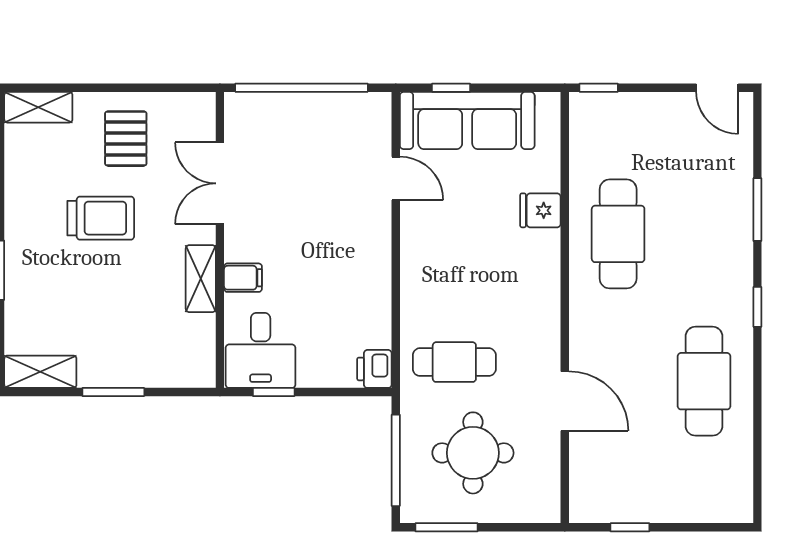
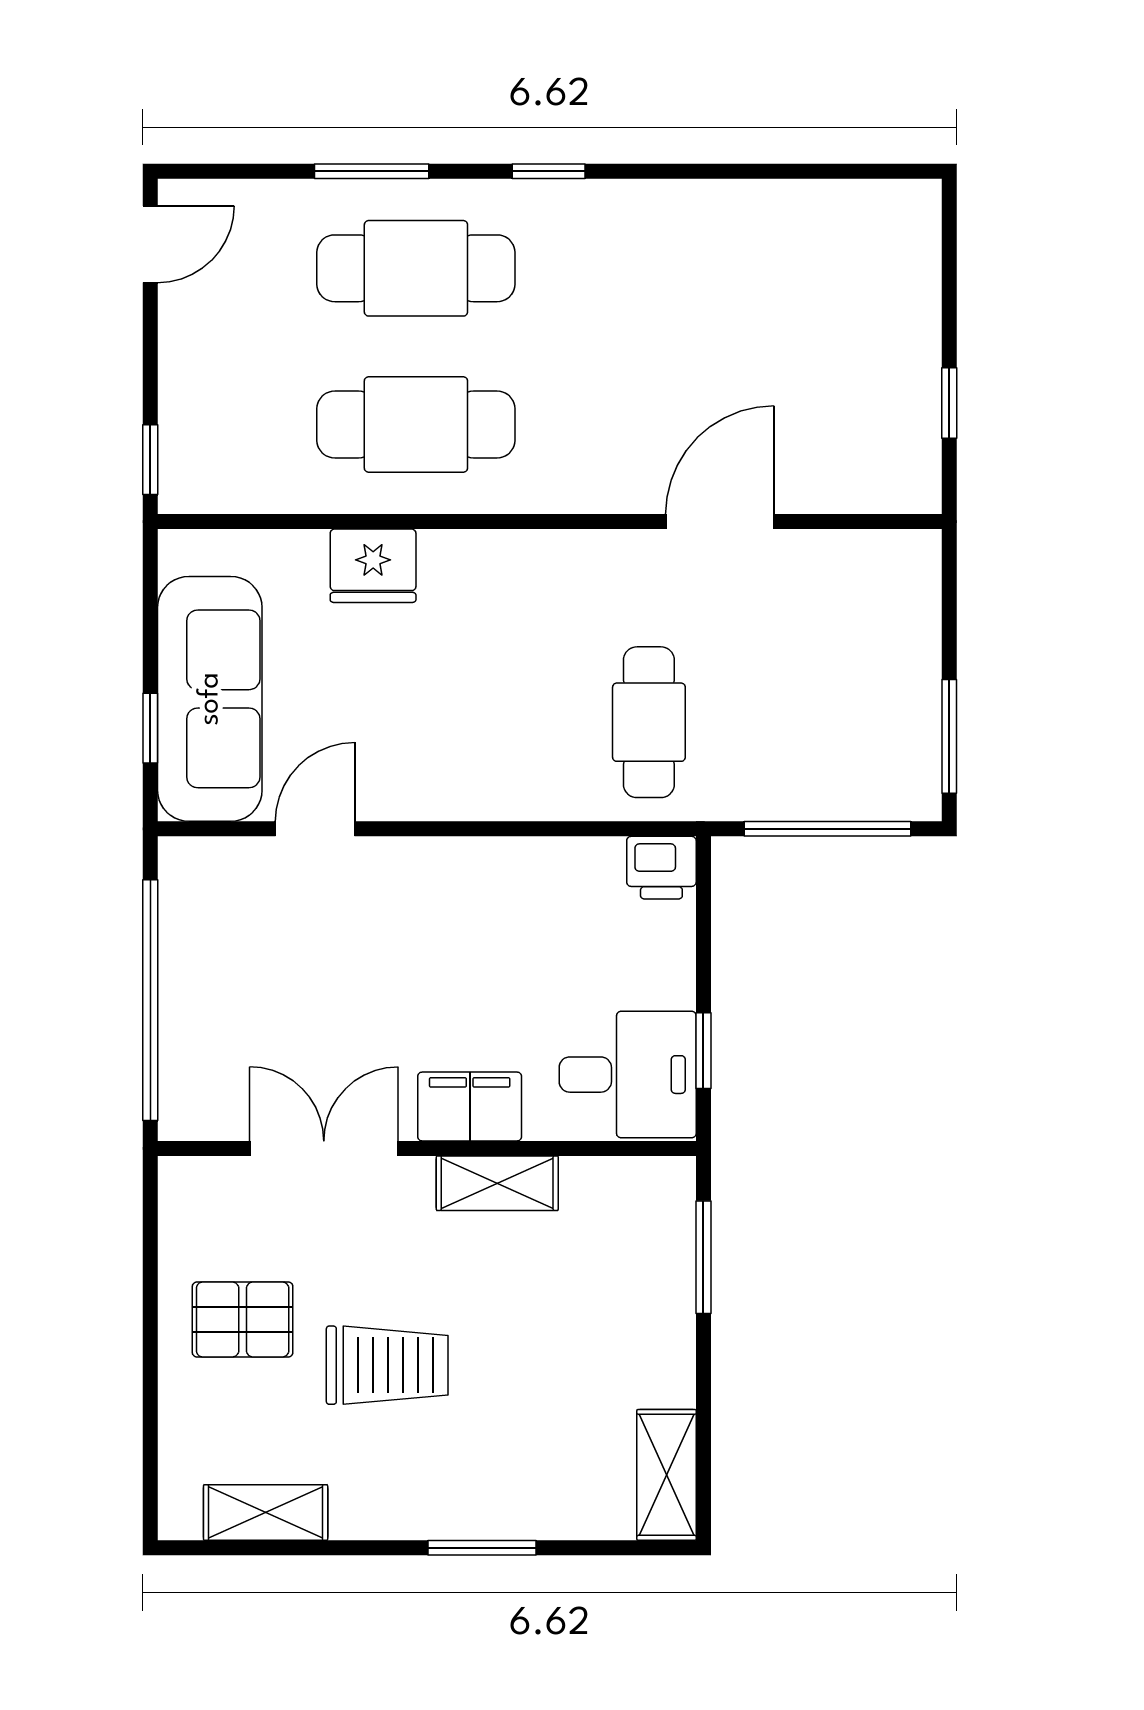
shelving: (38, 107) -> (266, 1513), moved, turned 90
double door: (220, 183) -> (324, 1148), swing flipped
fridge: (540, 210) -> (373, 566), width x1.38
trolley: (101, 218) -> (387, 1365), turned 90
filing cabinet: (243, 278) -> (470, 1107), width x2.00
cafe table: (704, 381) -> (416, 268), moved
window: (113, 392) -> (703, 1257), moved
round table: (473, 453) -> (814, 688), removed

